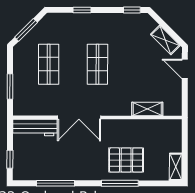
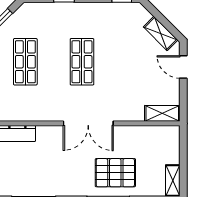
shelving: (147, 109) -> (162, 113), moved
double door: (79, 117) -> (88, 123), moved

